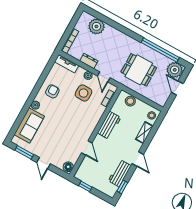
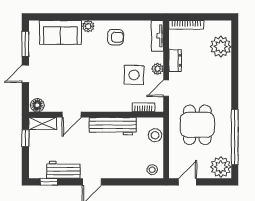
door: (177, 88) -> (187, 182), moved
workbench: (109, 125) -> (113, 126), width x1.38
shelving: (144, 133) -> (43, 124), moved

